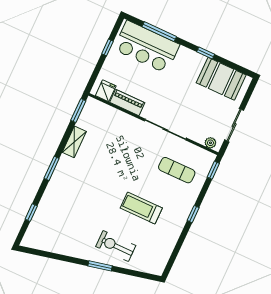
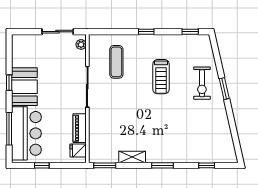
booth: (221, 79) -> (24, 87), moved
window: (213, 170) -> (190, 32), moved

